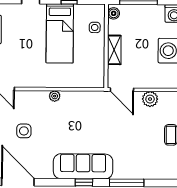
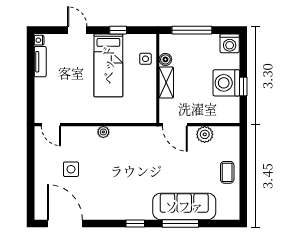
boiler: (114, 13) -> (165, 59), moved
sofa: (83, 166) -> (184, 206), moved

